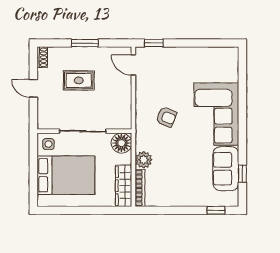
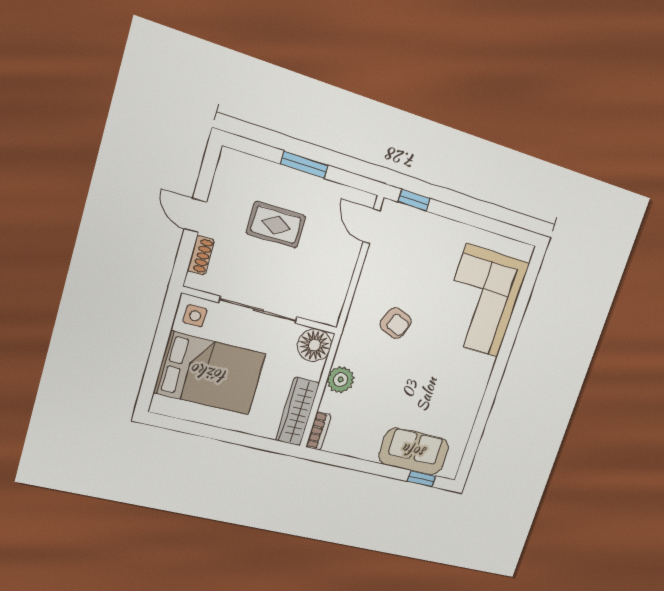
shoe rack: (42, 57) -> (201, 255), moved
corner sofa: (216, 114) -> (482, 301), moved
sofa: (226, 169) -> (414, 451), moved, turned 90
window: (242, 174) -> (476, 435), removed
bookcase: (140, 188) -> (318, 431), width x0.64

